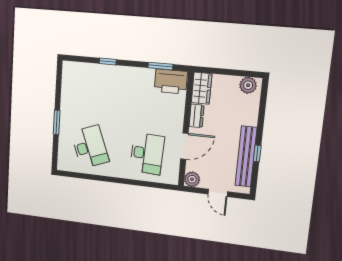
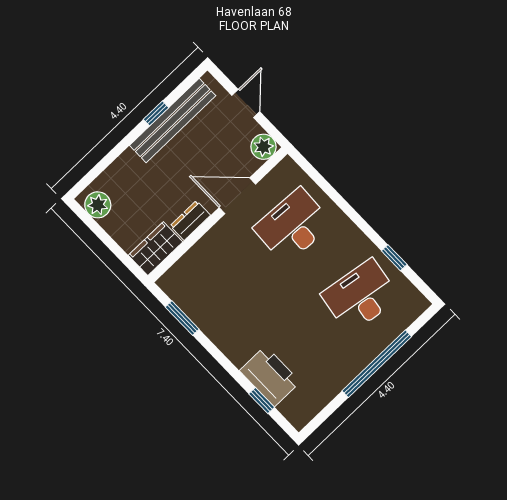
window: (108, 61) -> (262, 400), moved
printer: (171, 81) -> (270, 376), moved
window: (57, 122) -> (377, 364), width x2.11
desk: (90, 147) -> (360, 296), turned 30
window: (90, 177) -> (394, 258), added

